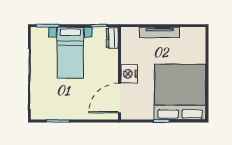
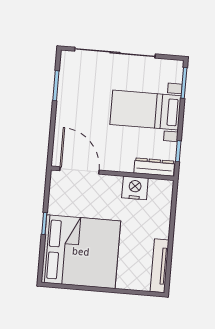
tv unit: (160, 32) -> (160, 266), moved
dresser: (112, 38) -> (154, 167), width x1.44
nightstand: (129, 74) -> (135, 188), moved

